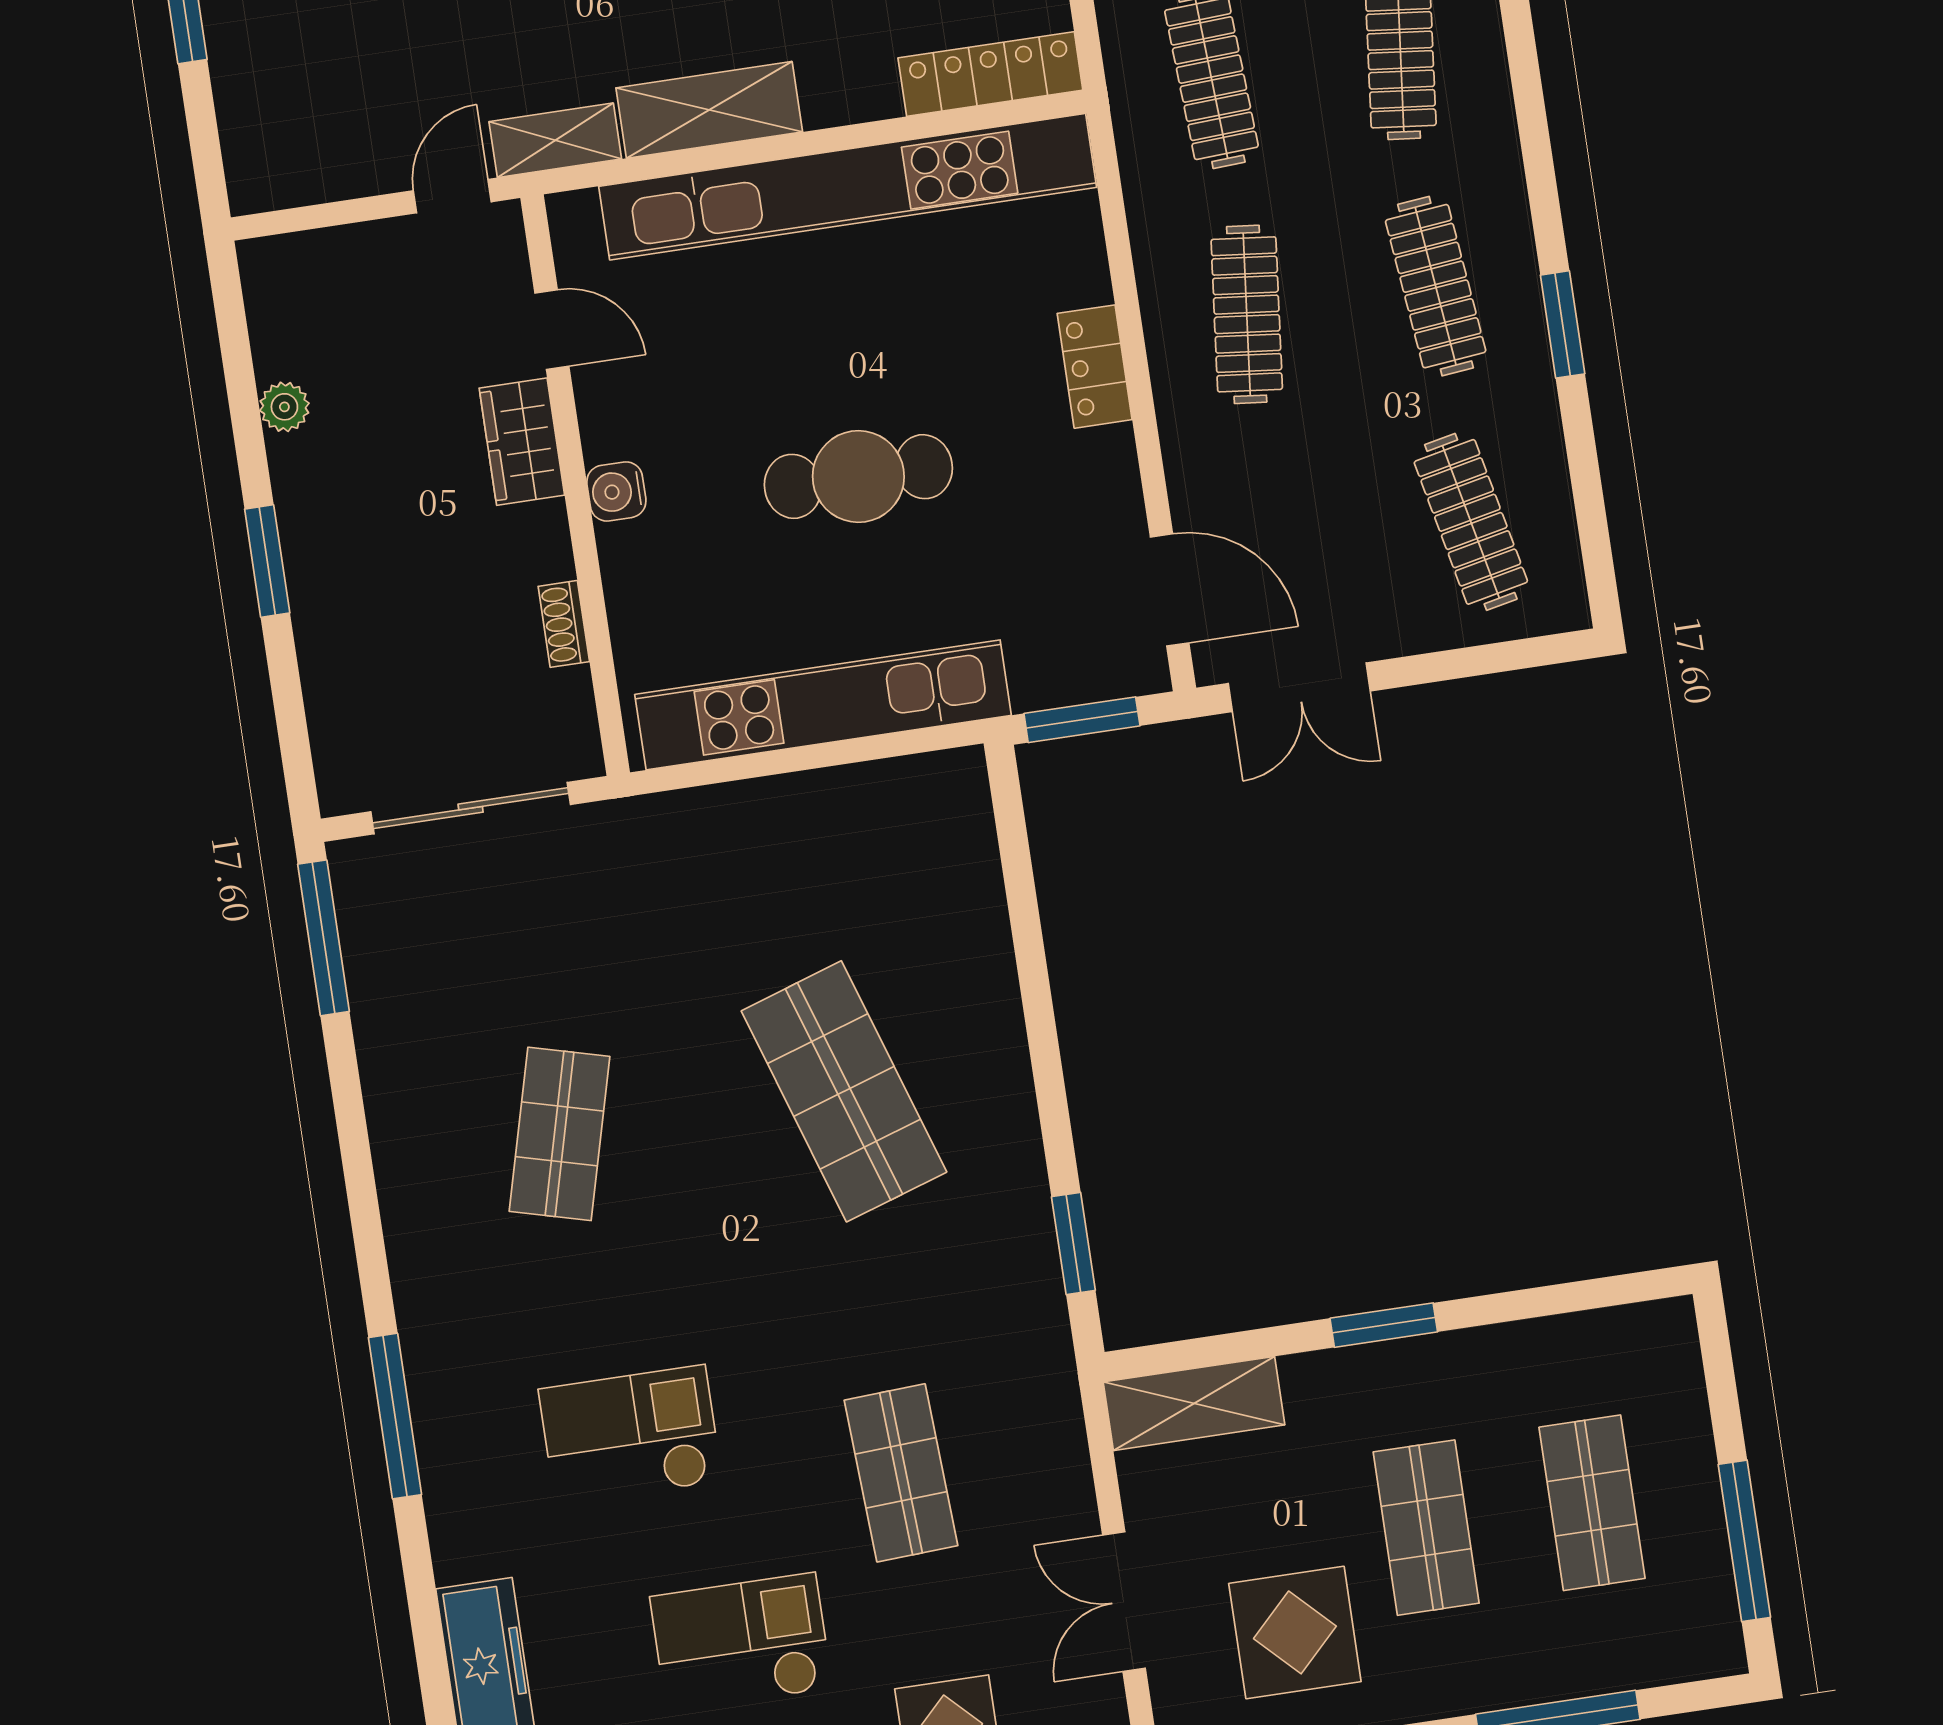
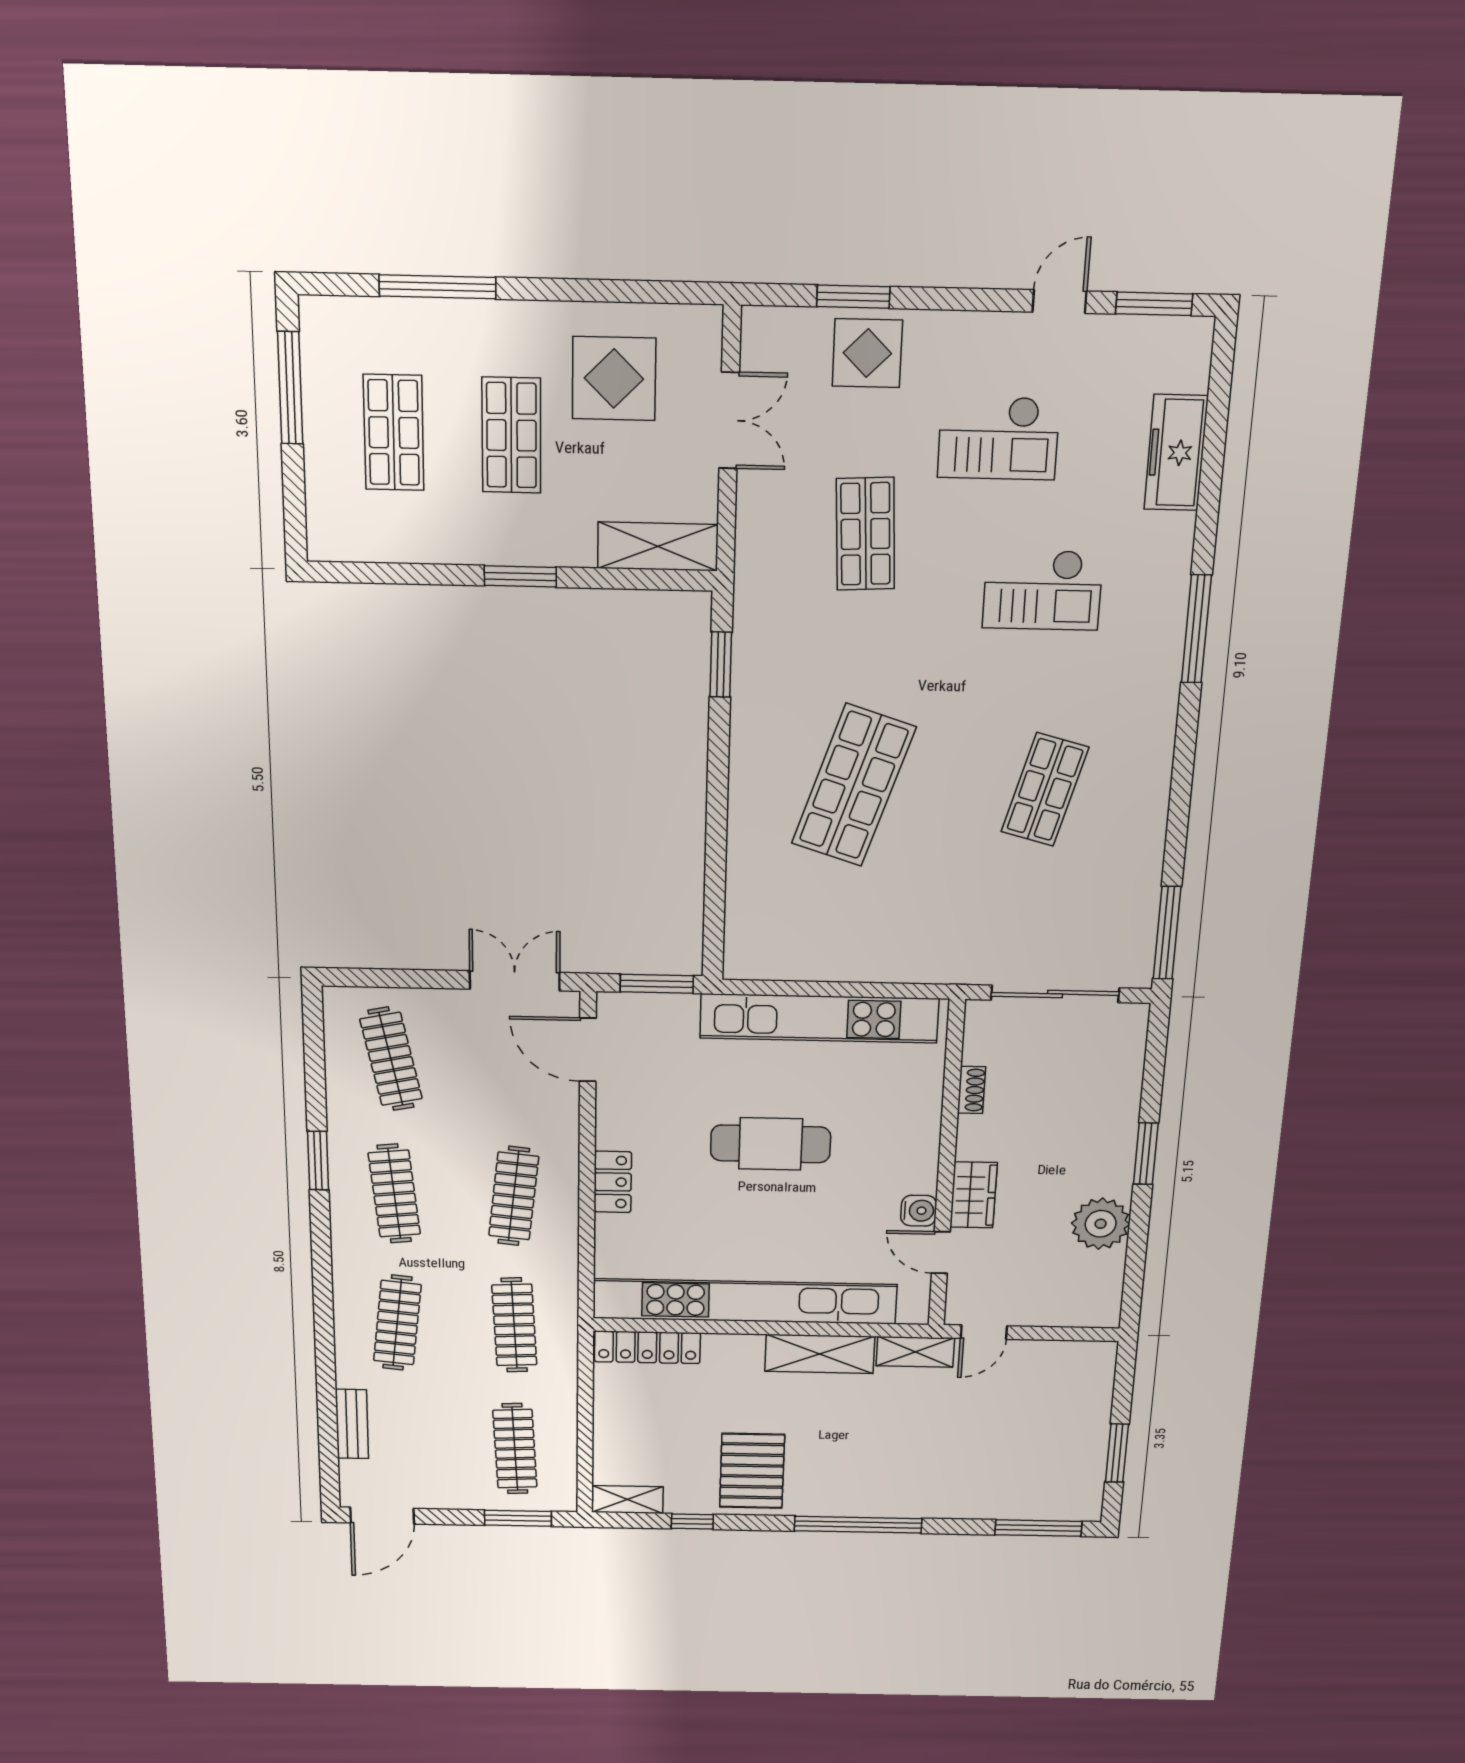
plant: (284, 407) -> (1101, 1224), width x1.87, depth x1.87
water cooler: (616, 491) -> (919, 1211), moved
shop shelf: (844, 1091) -> (854, 785), turned 36

